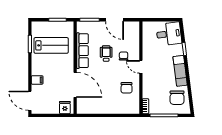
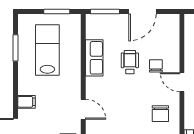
door: (115, 20) -> (142, 12), hinge flipped
lab bench: (51, 45) -> (47, 50), turned -90
row of seats: (82, 51) -> (94, 58), width x0.68
door: (75, 85) -> (83, 109), width x0.53

